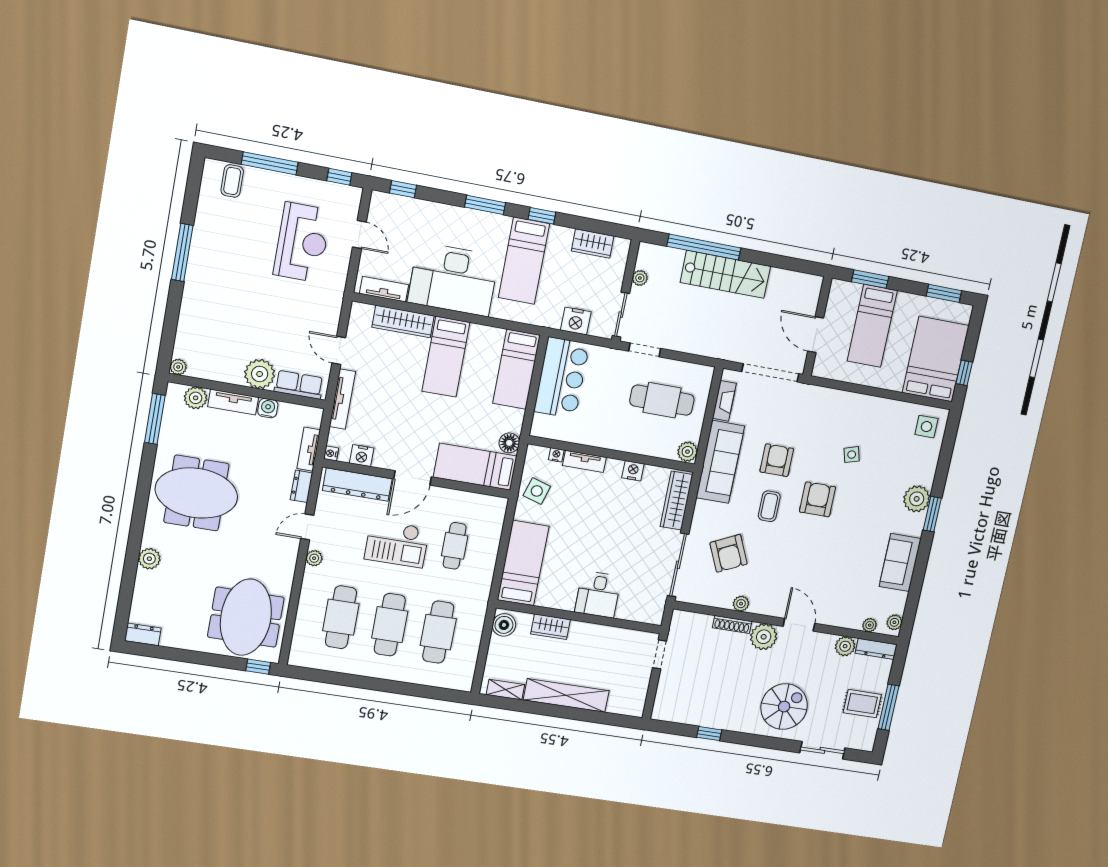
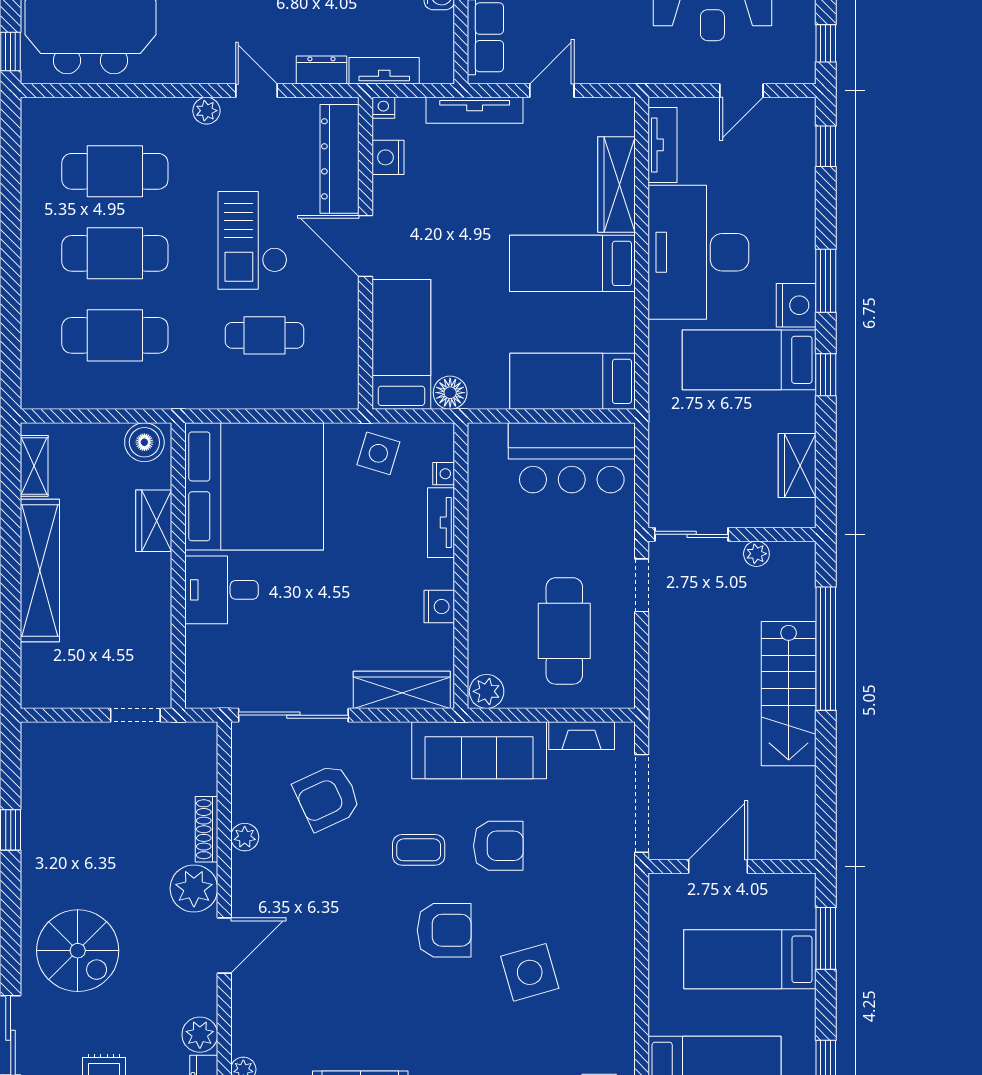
nightstand: (576, 321) -> (796, 305), moved, turned 180
side table: (852, 455) -> (530, 972), width x1.87, depth x1.87
bed: (523, 563) -> (254, 486), width x2.04

